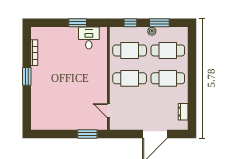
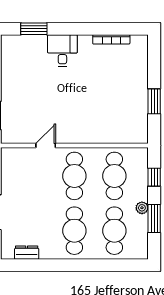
desk: (89, 38) -> (62, 51), moved, turned -90
window: (27, 76) -> (34, 29), moved
door: (108, 111) -> (46, 146), moved

